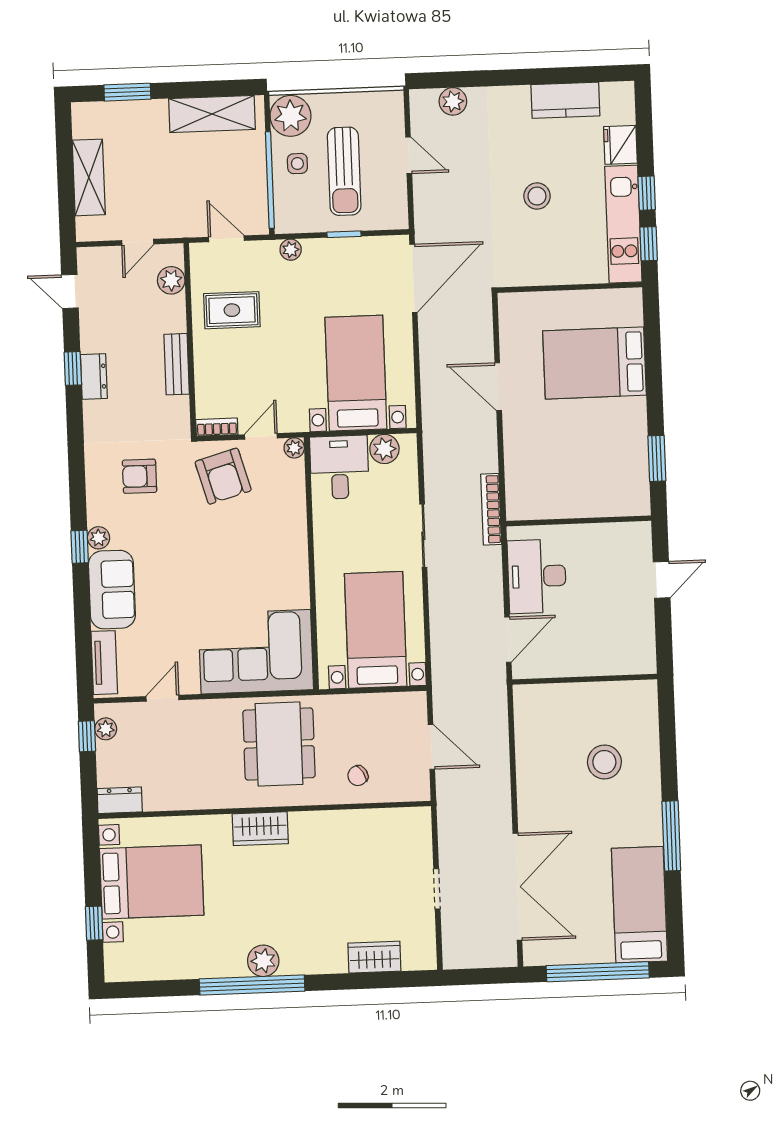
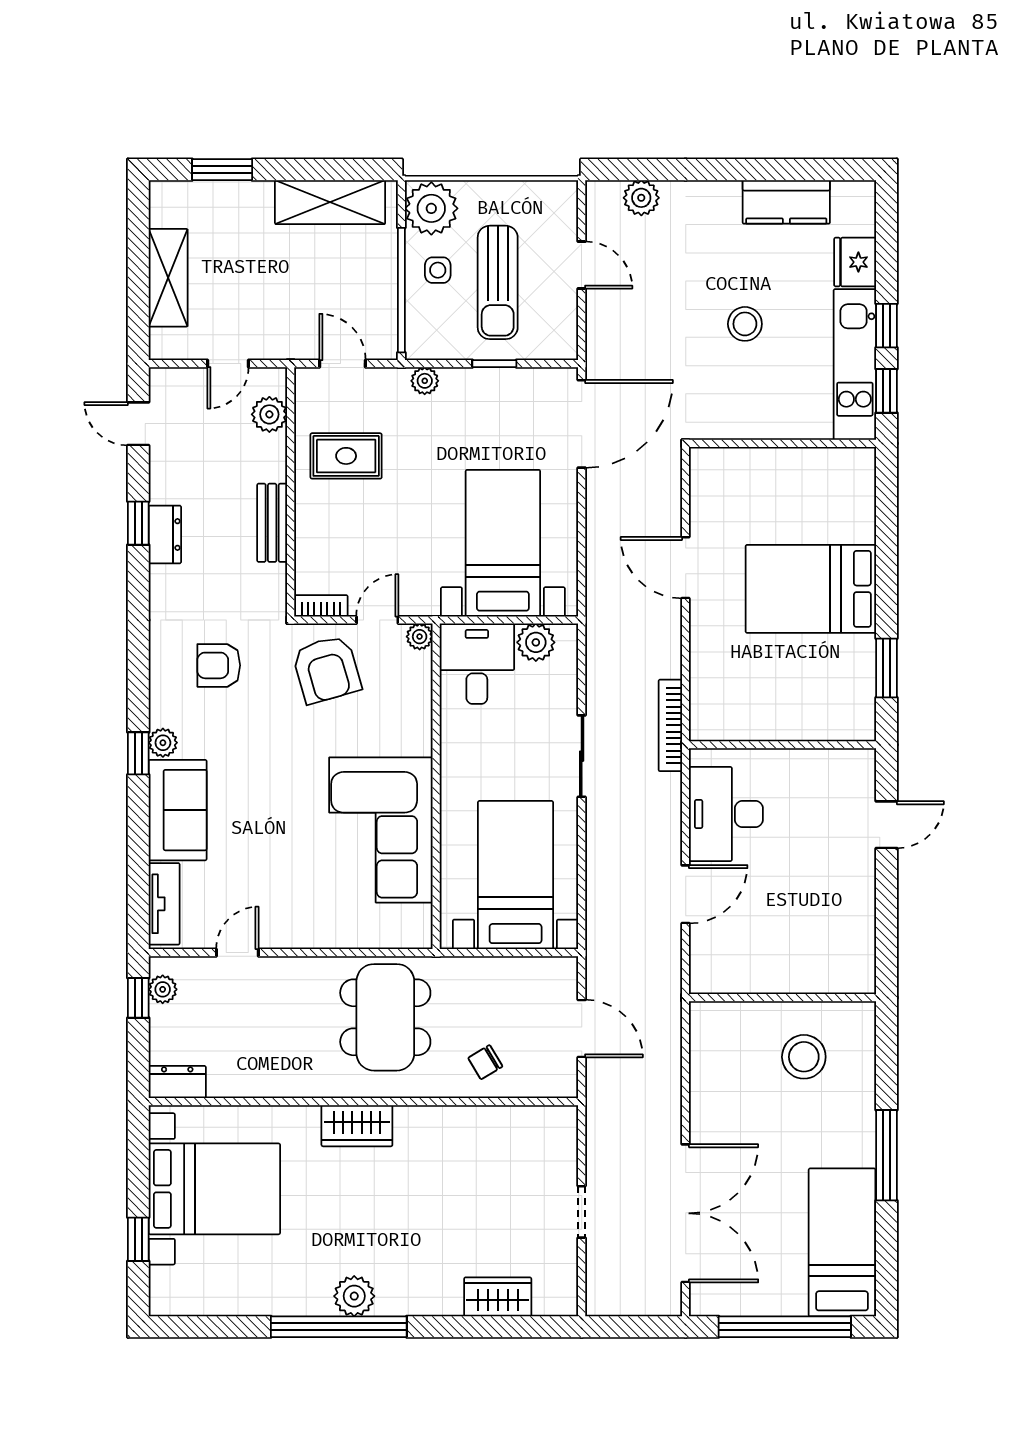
bed: (595, 363) -> (811, 589), moved
corner sofa: (256, 652) -> (381, 830), moved, turned -90
wall: (585, 679) -> (783, 998), moved

